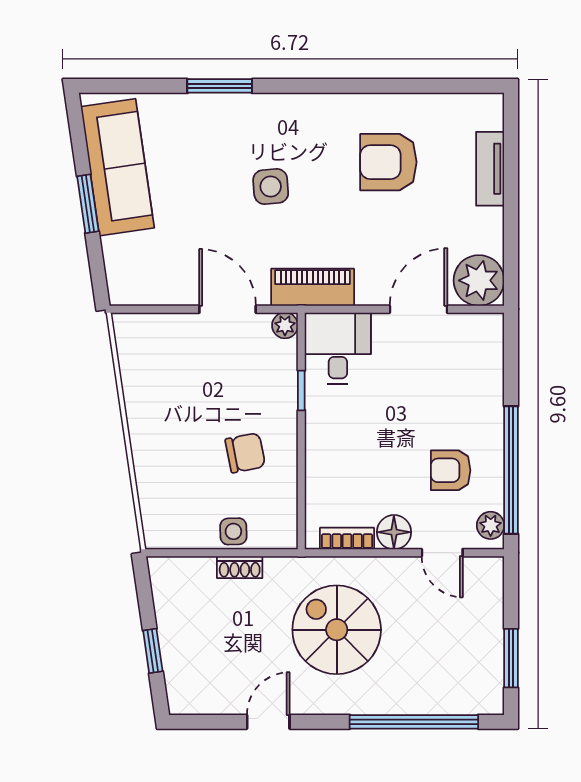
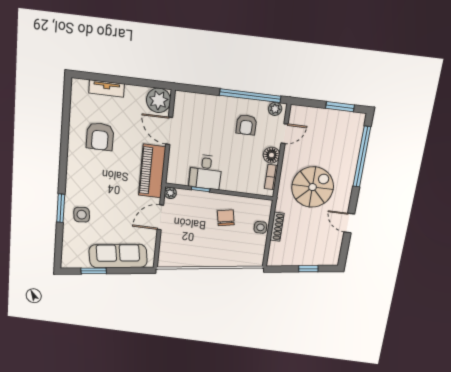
sofa: (117, 167) -> (118, 256), moved
side table: (271, 186) -> (82, 215), moved
window: (88, 204) -> (94, 271), moved
piano: (313, 287) -> (152, 171), width x1.37, depth x1.33
desk: (338, 348) -> (206, 172), moved, turned -90
shoe rack: (240, 567) -> (277, 227), width x1.43
spiral stairs: (337, 630) -> (313, 187), turned 180

